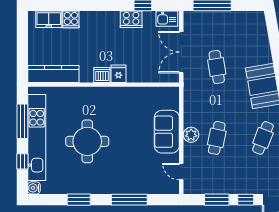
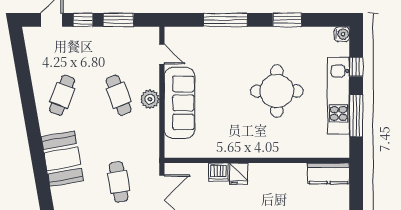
kitchen counter: (53, 74) -> (329, 173), width x0.67
dishwasher: (102, 75) -> (218, 172), moved
sofa: (167, 132) -> (180, 103), width x1.36
kitchen unit: (37, 138) -> (339, 96), width x0.73
cafe table: (217, 138) -> (119, 95), turned -33

